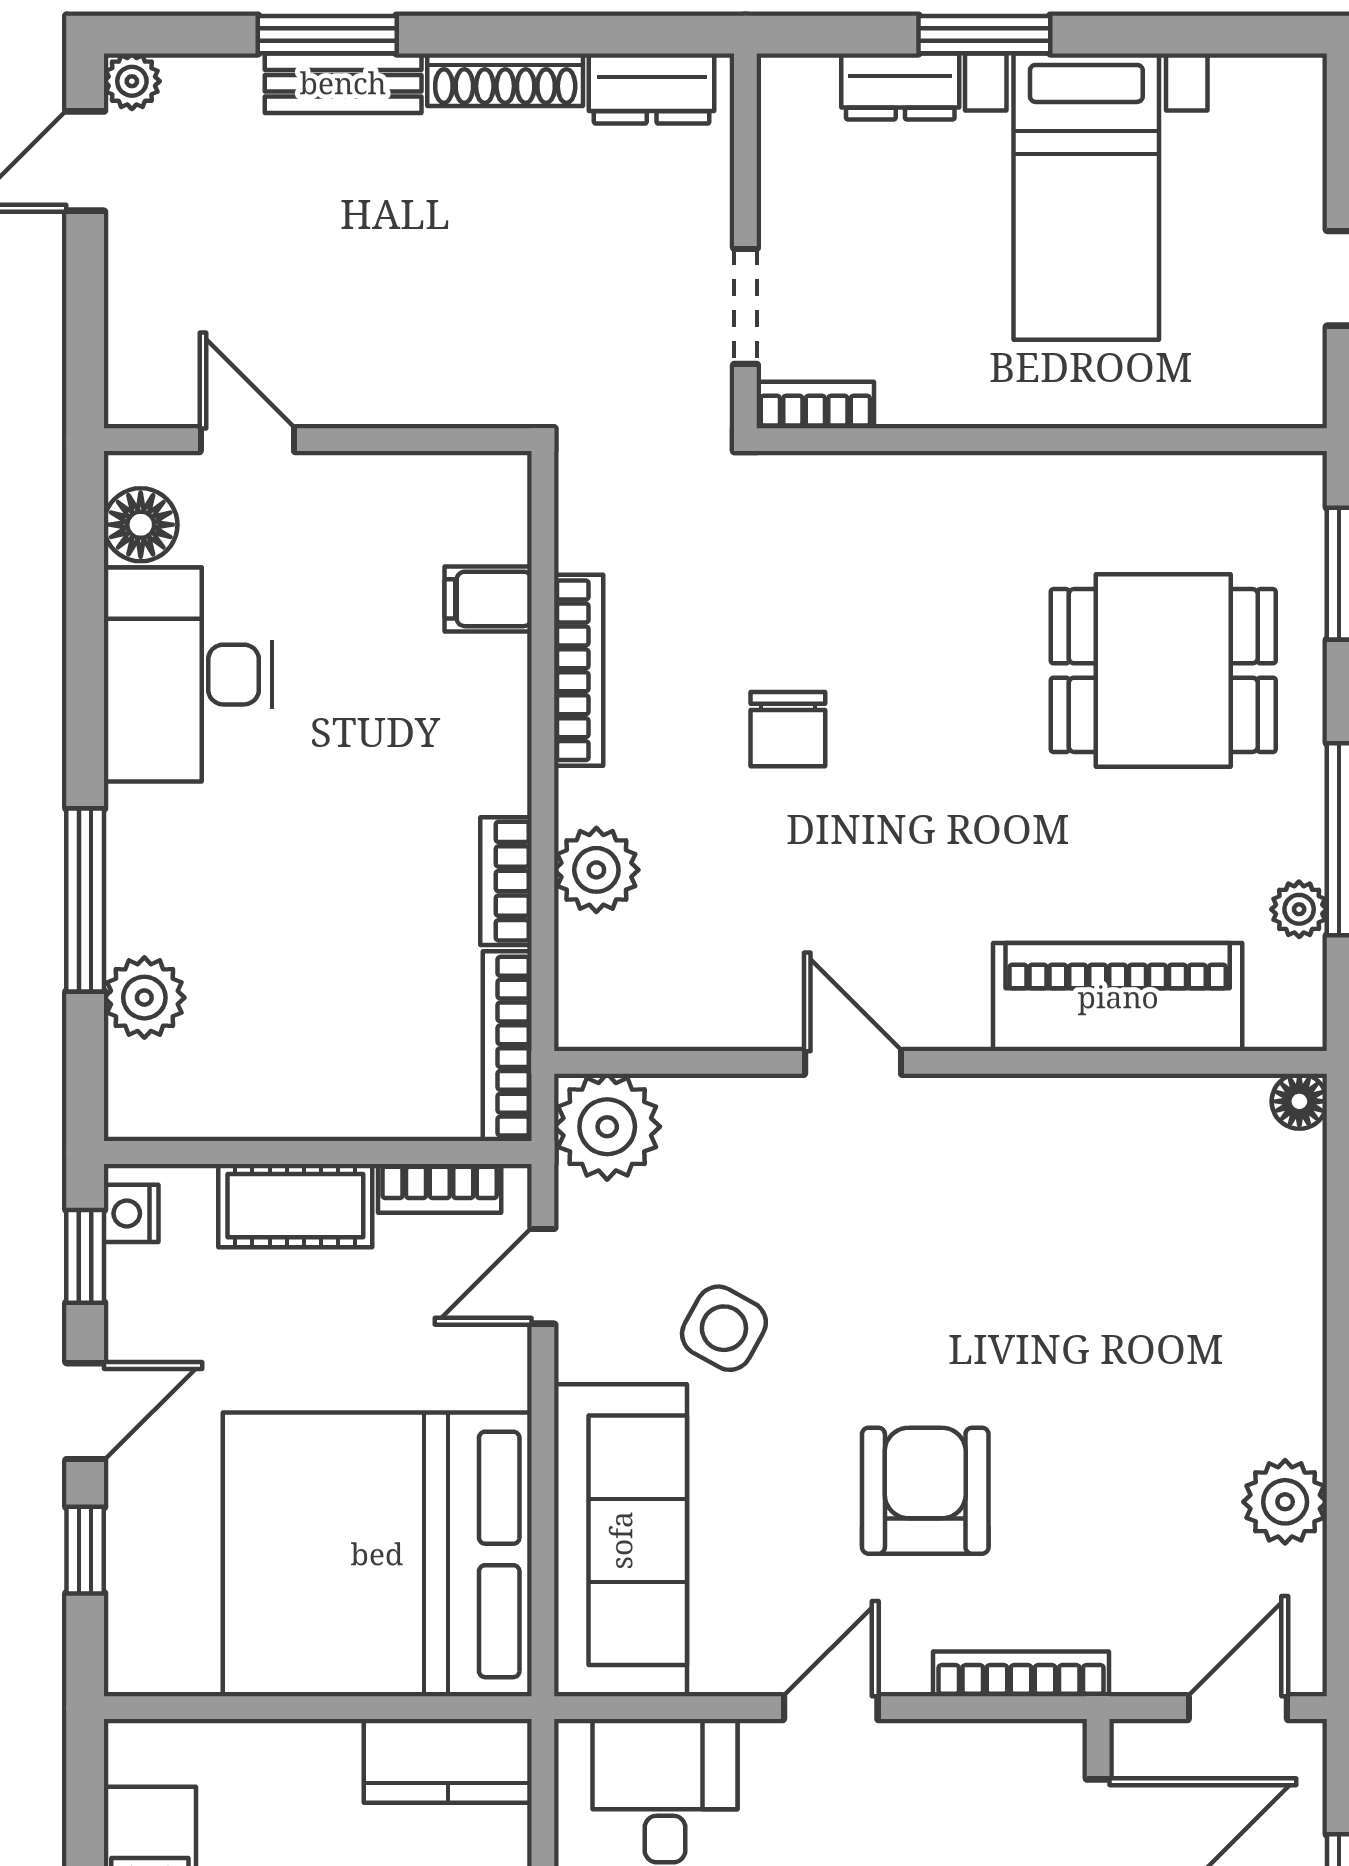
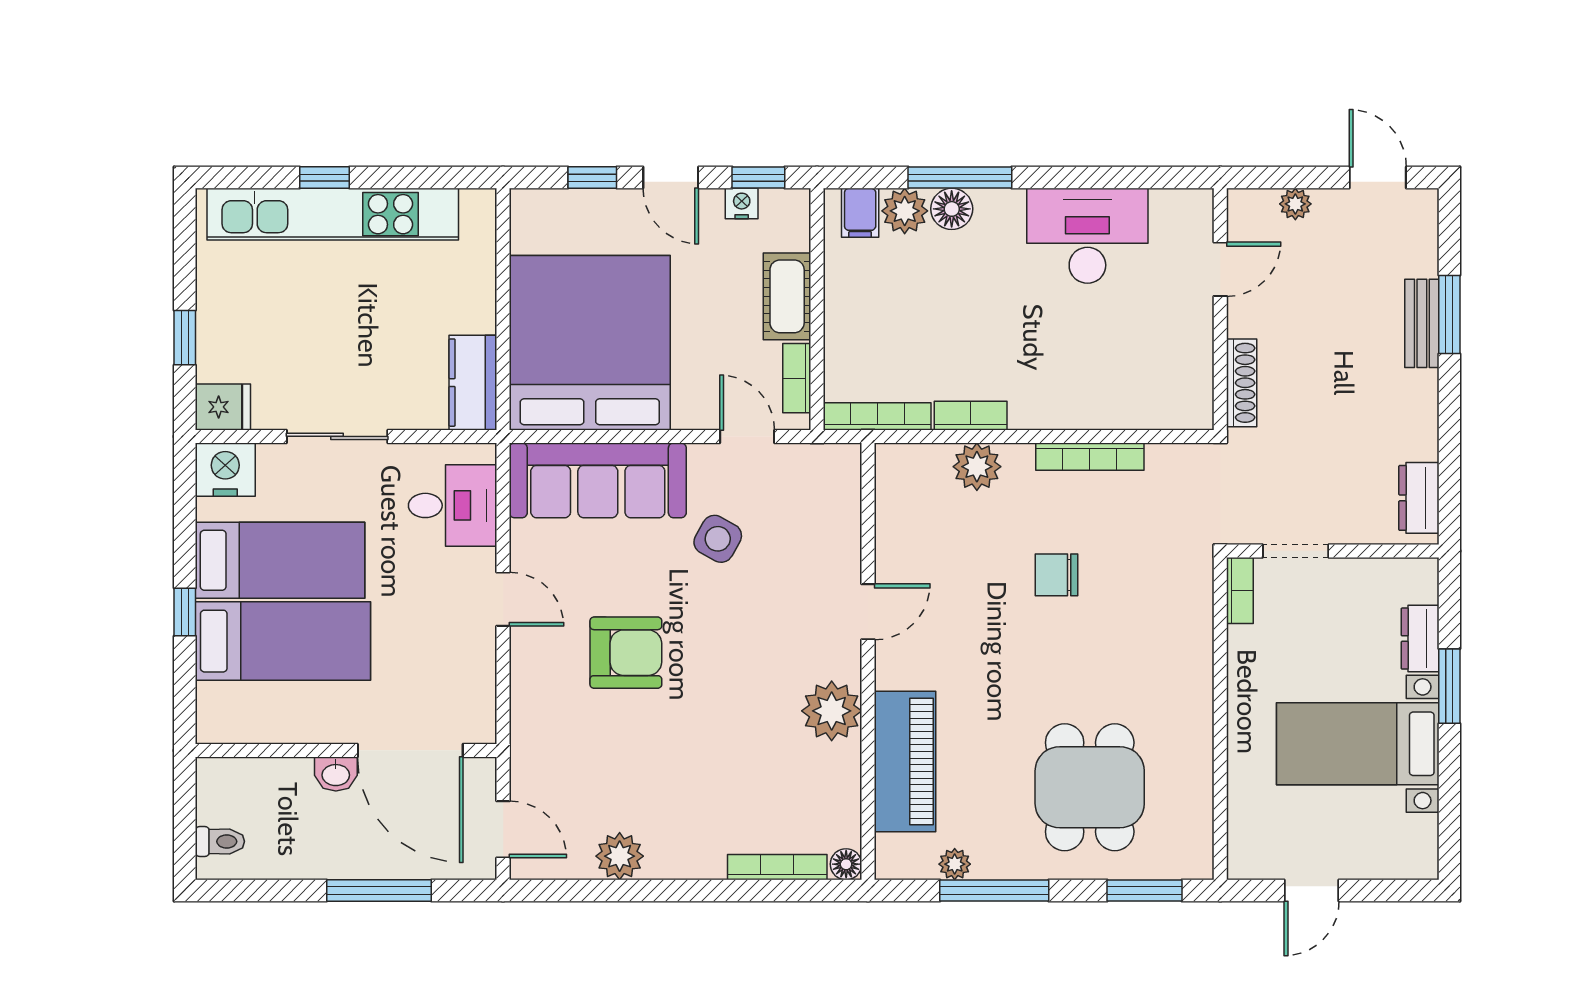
shoe rack: (505, 80) -> (1242, 383), moved, turned 180
plant: (132, 81) -> (1295, 204), moved
floor lamp: (141, 525) -> (952, 209), moved
filing cabinet: (488, 599) -> (860, 213), moved, turned 180
plant: (607, 1127) -> (832, 711), moved
nightstand: (131, 1213) -> (742, 204), moved
bookcase: (1021, 1674) -> (777, 867), moved, turned -90

